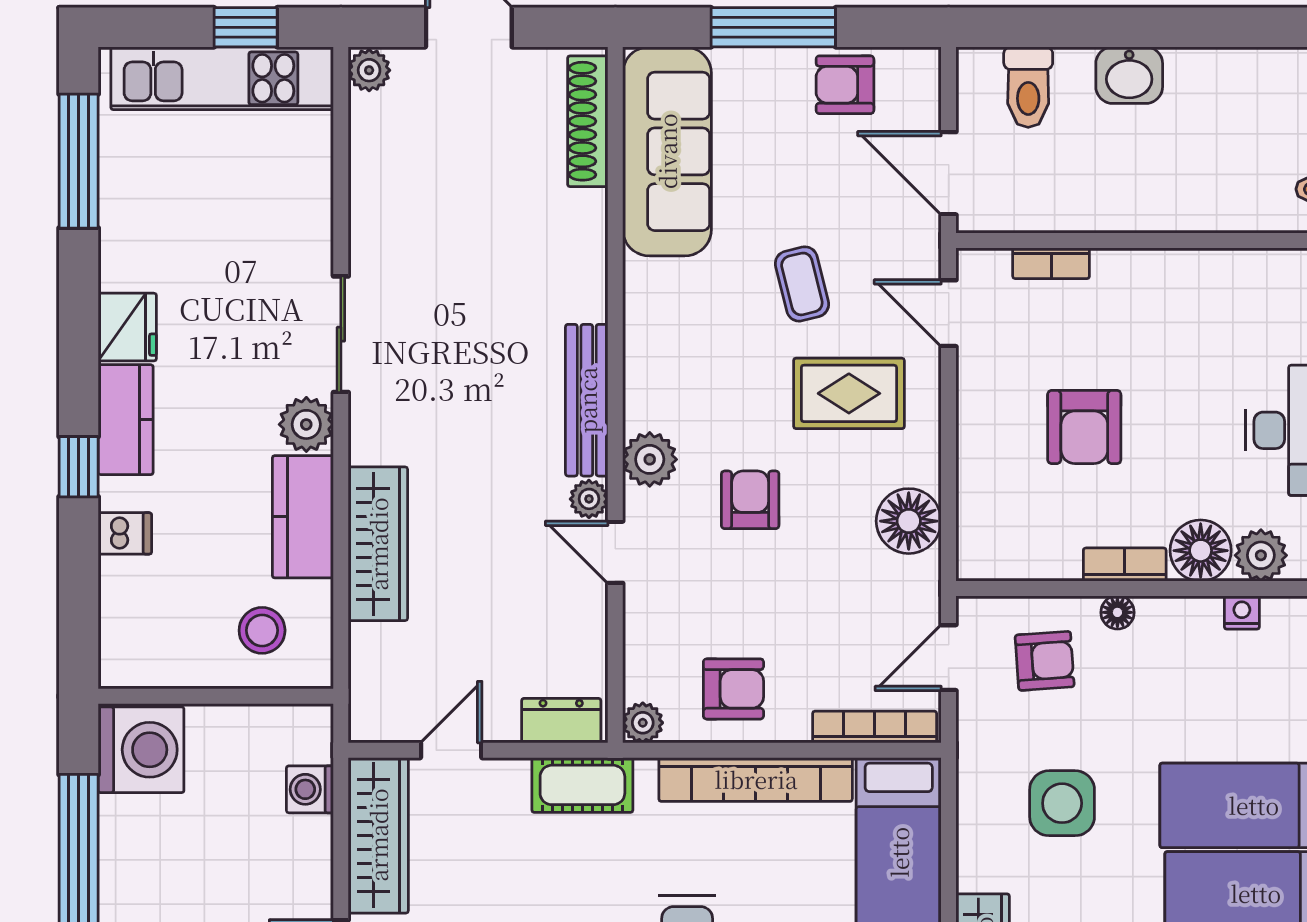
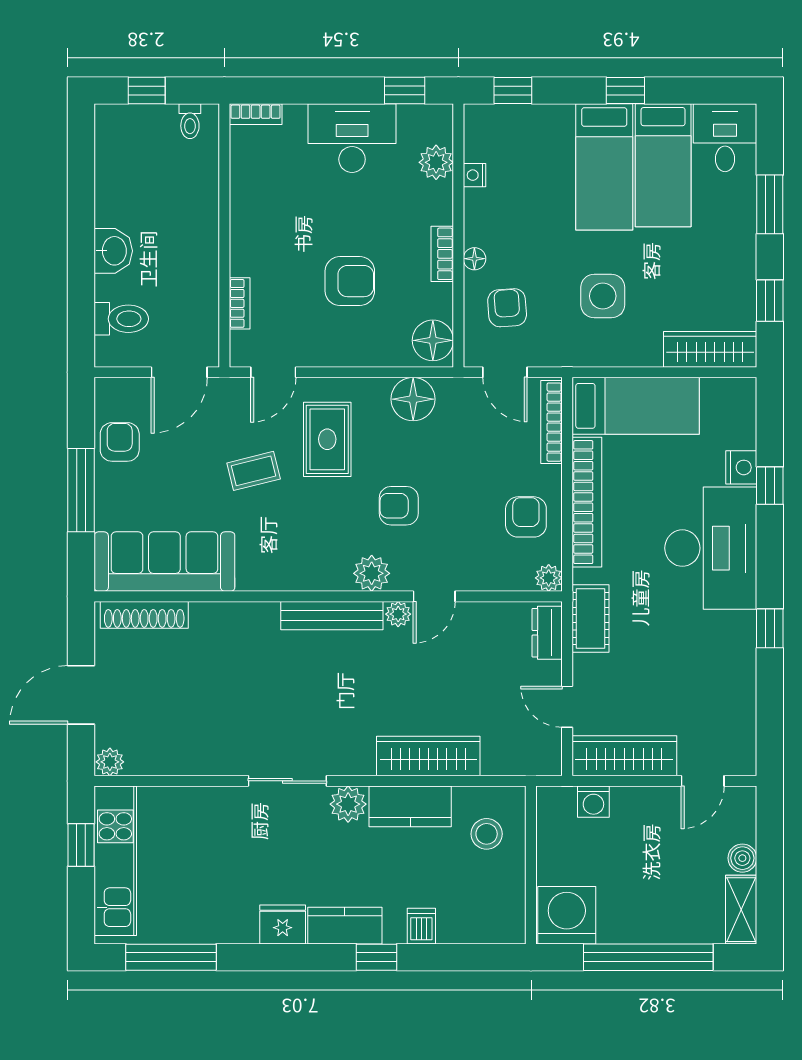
armchair: (845, 85) -> (120, 442), turned 180
floor lamp: (1201, 551) -> (433, 340), moved

